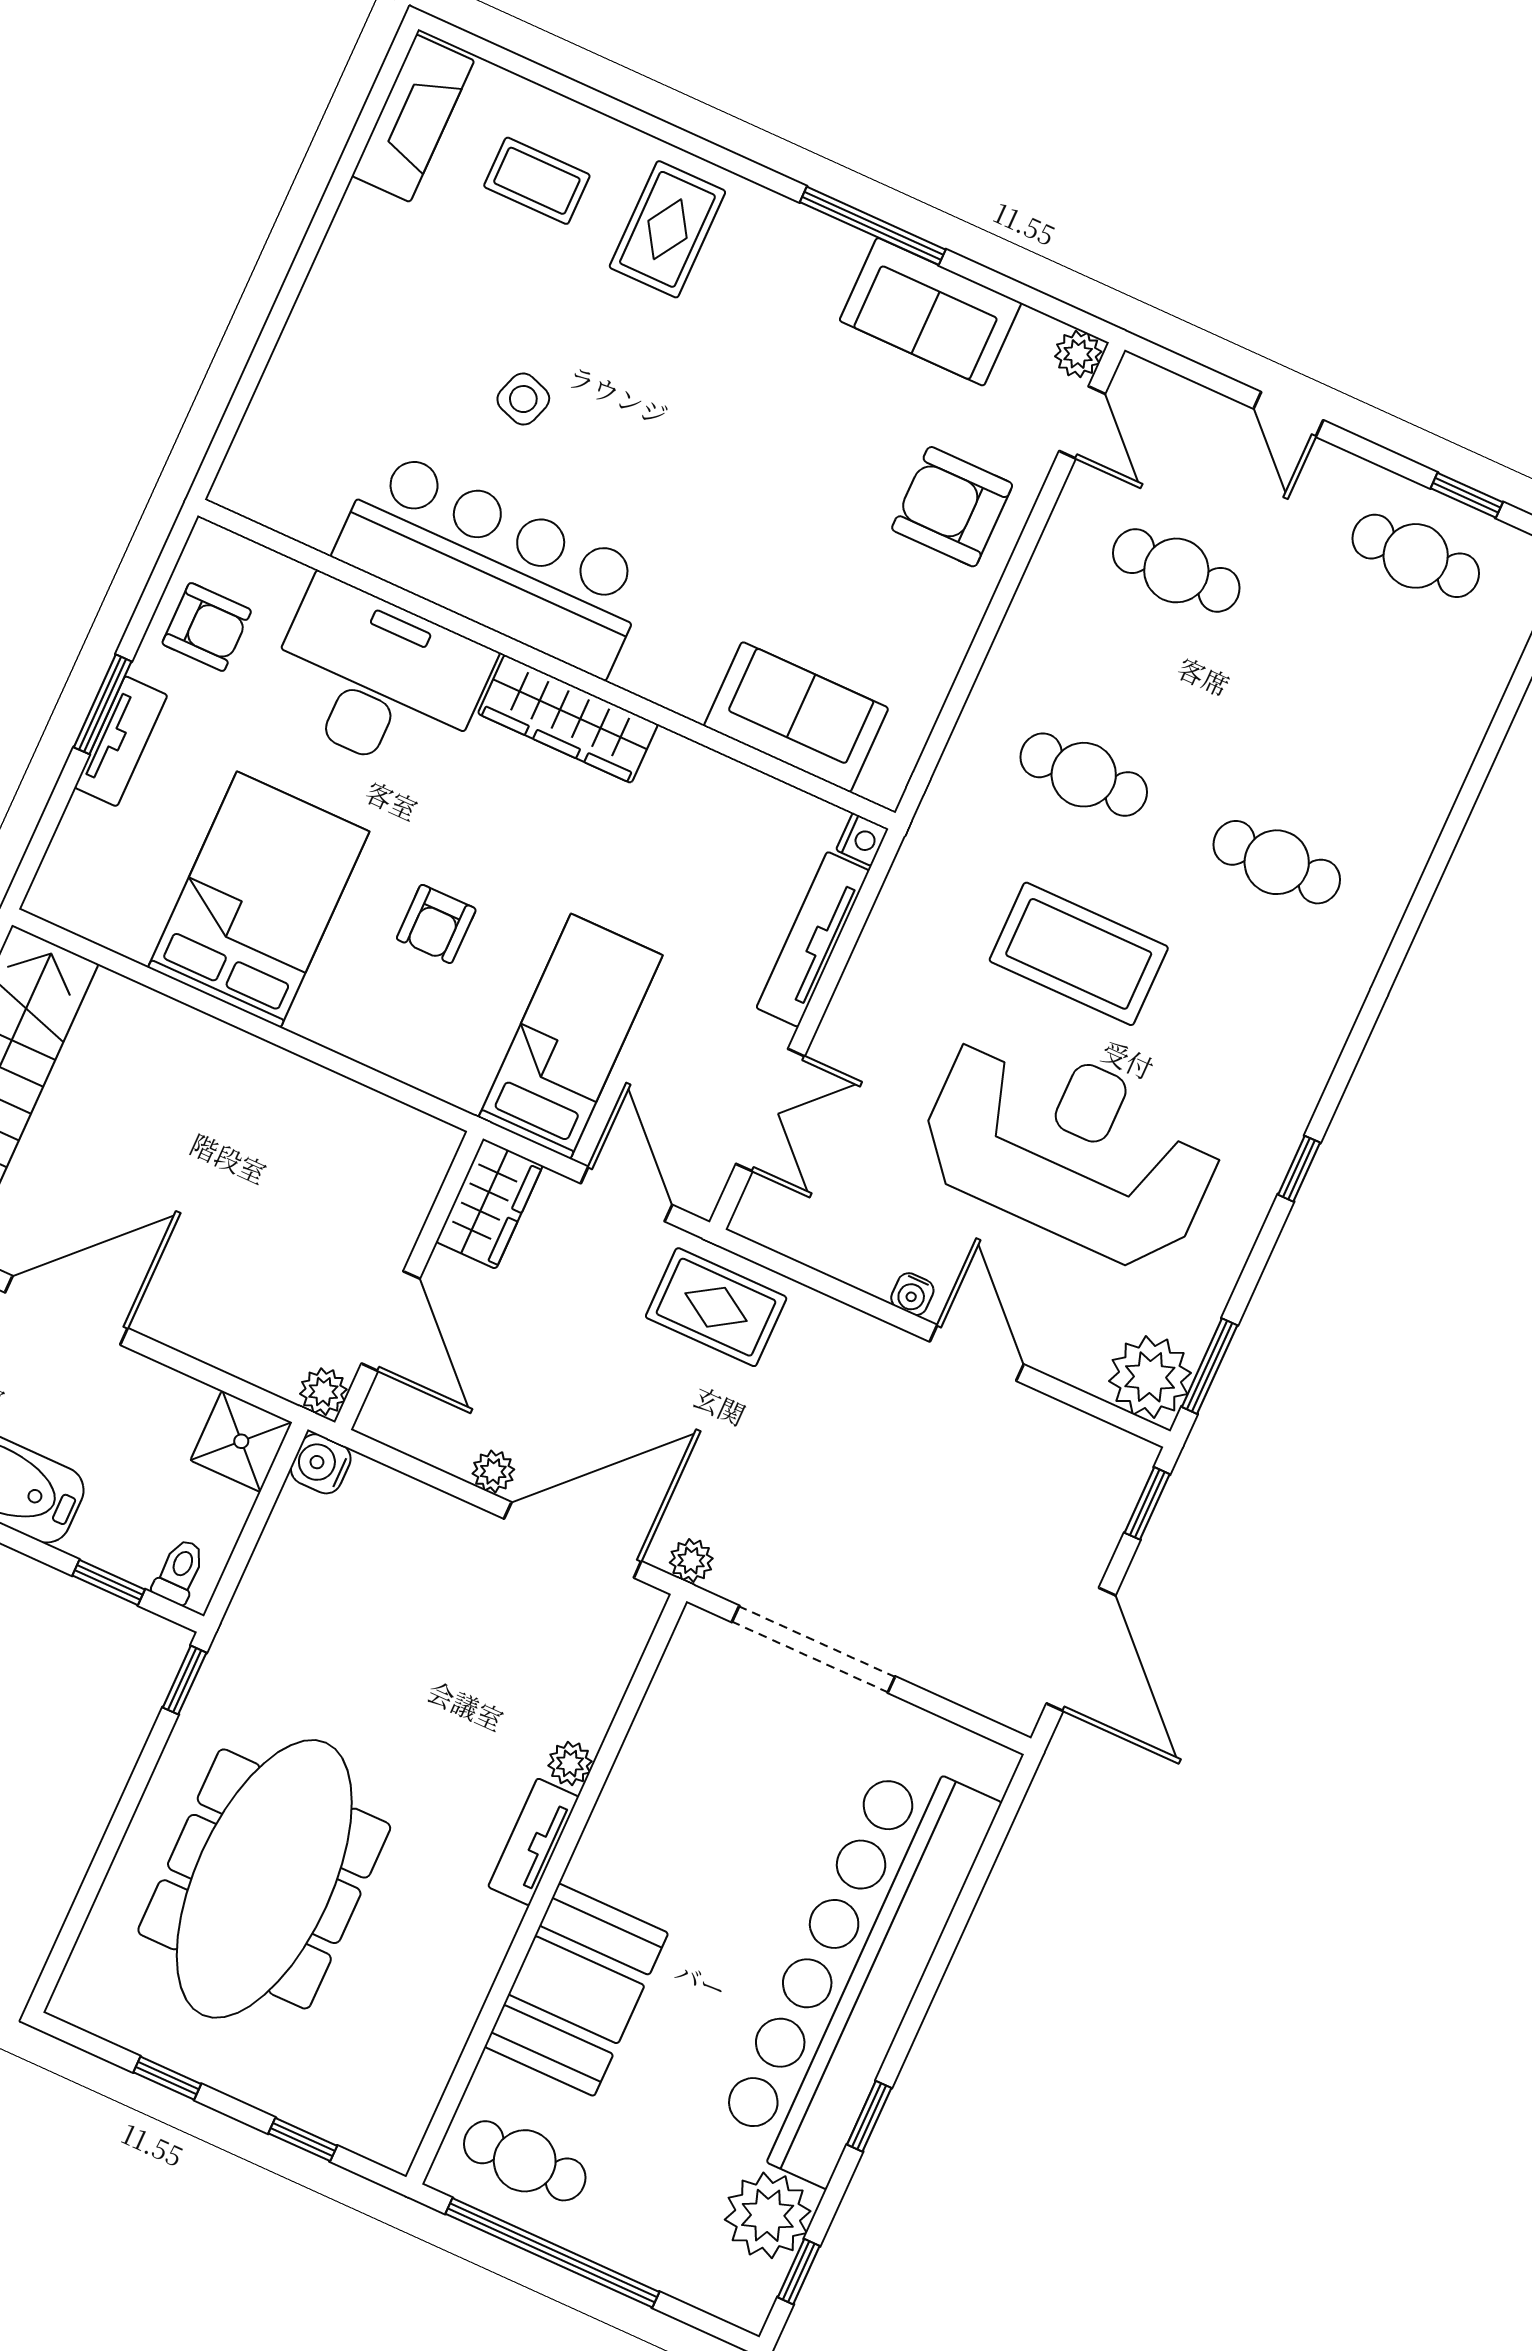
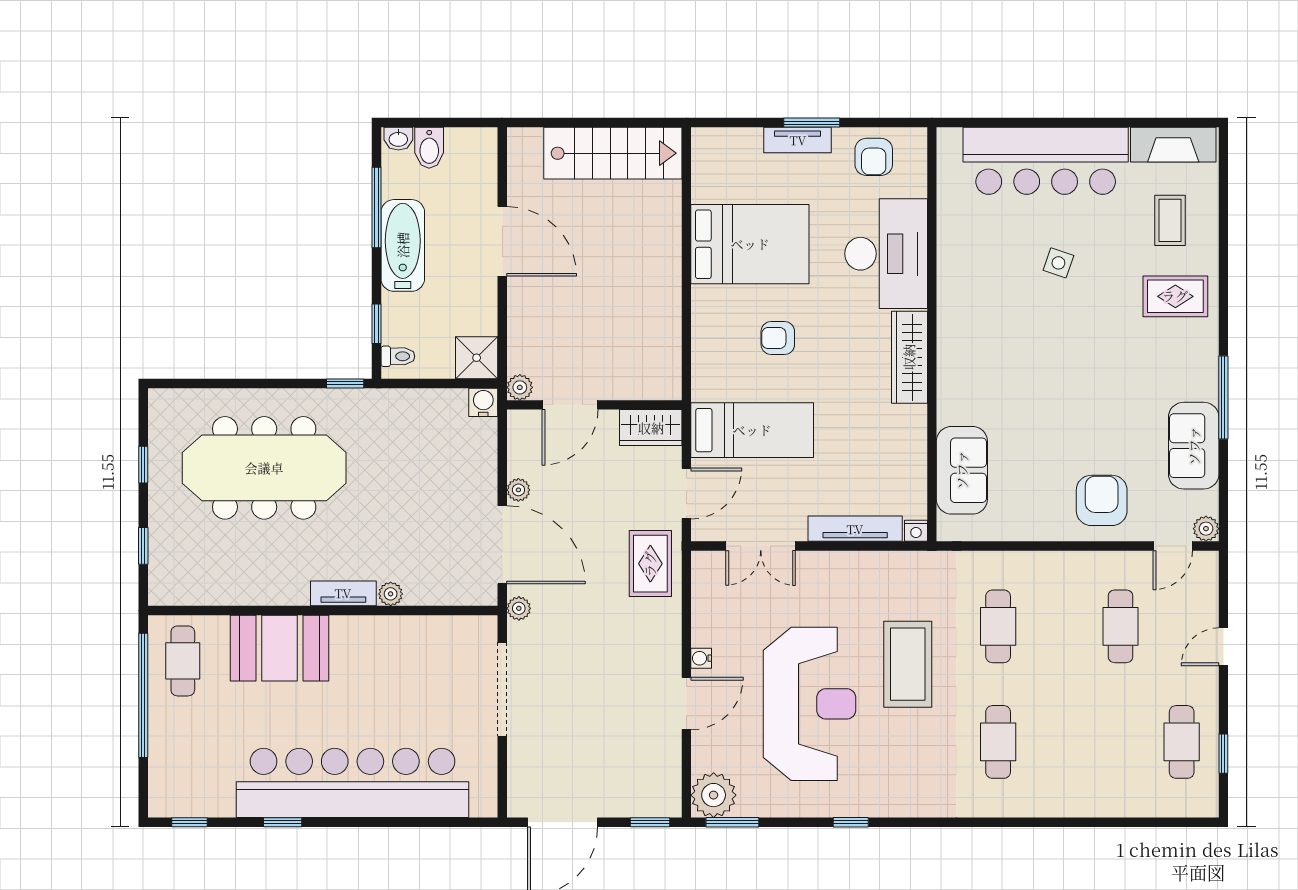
bar counter: (493, 563) -> (1046, 161), moved, turned 90
plant: (768, 2215) -> (210, 794), removed

